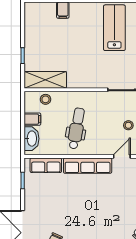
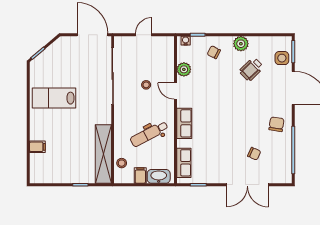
shelving: (45, 80) -> (103, 154), width x1.47
dental chair: (76, 128) -> (149, 134), turned -38
row of seats: (88, 166) -> (184, 123), width x0.68

